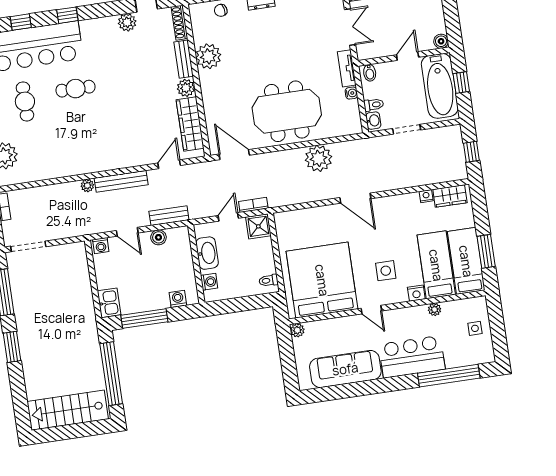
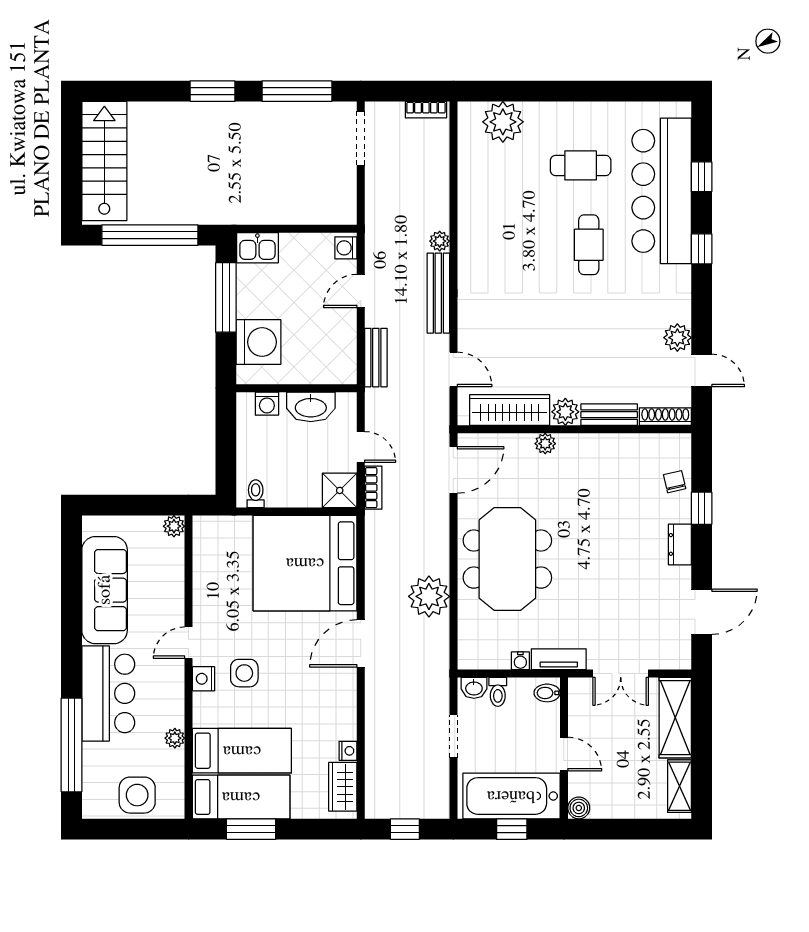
plant: (208, 56) -> (545, 444), moved, width x0.53, depth x0.53
boiler: (158, 237) -> (345, 337), removed
bed: (322, 280) -> (305, 563), moved, turned 180
nightstand: (416, 293) -> (203, 679), moved
washing machine: (178, 299) -> (258, 342), width x1.89, depth x1.89
side table: (475, 328) -> (137, 795), width x1.87, depth x1.87

